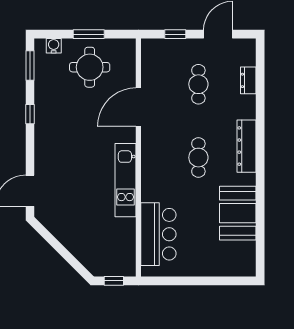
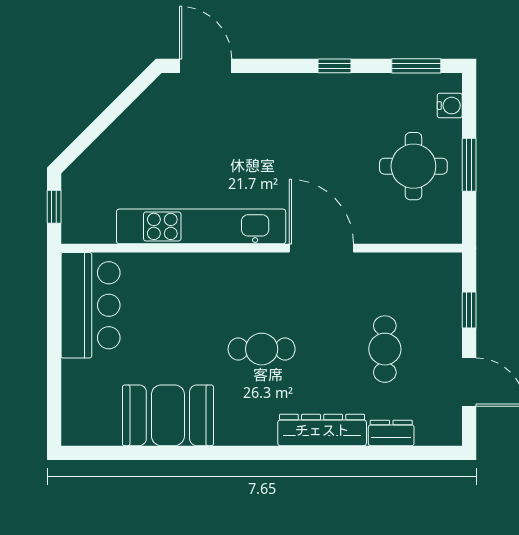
cafe table: (198, 84) -> (385, 349), turned 90
door: (138, 107) -> (321, 248), moved
dresser: (247, 146) -> (322, 430), moved
kitchen unit: (126, 180) -> (201, 226), width x1.36
bar counter: (158, 234) -> (91, 305), moved, turned -90

